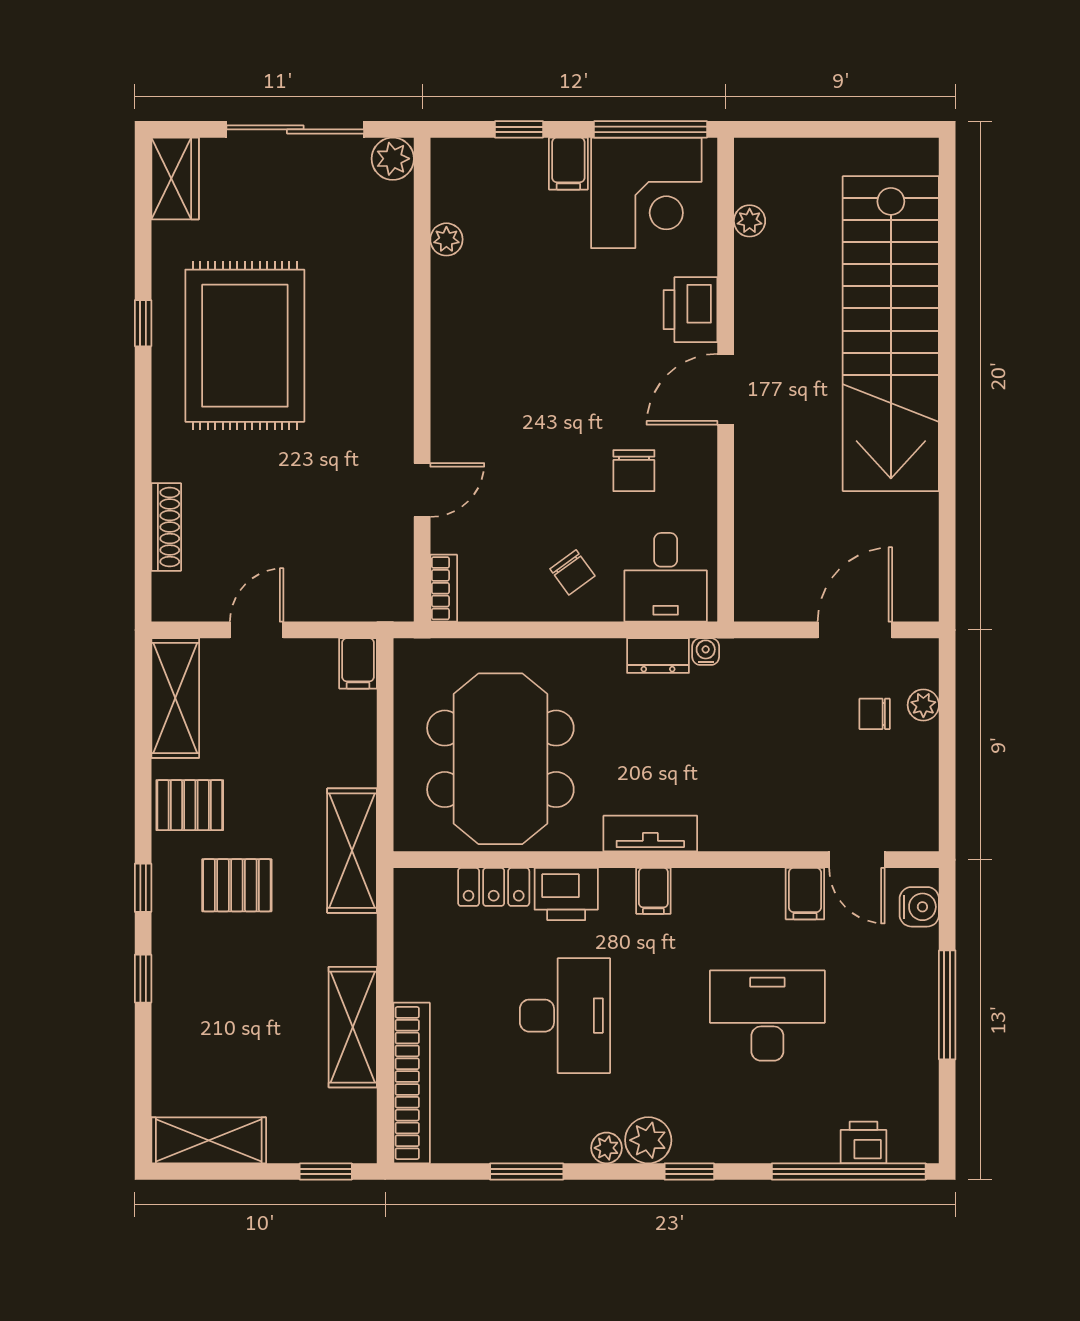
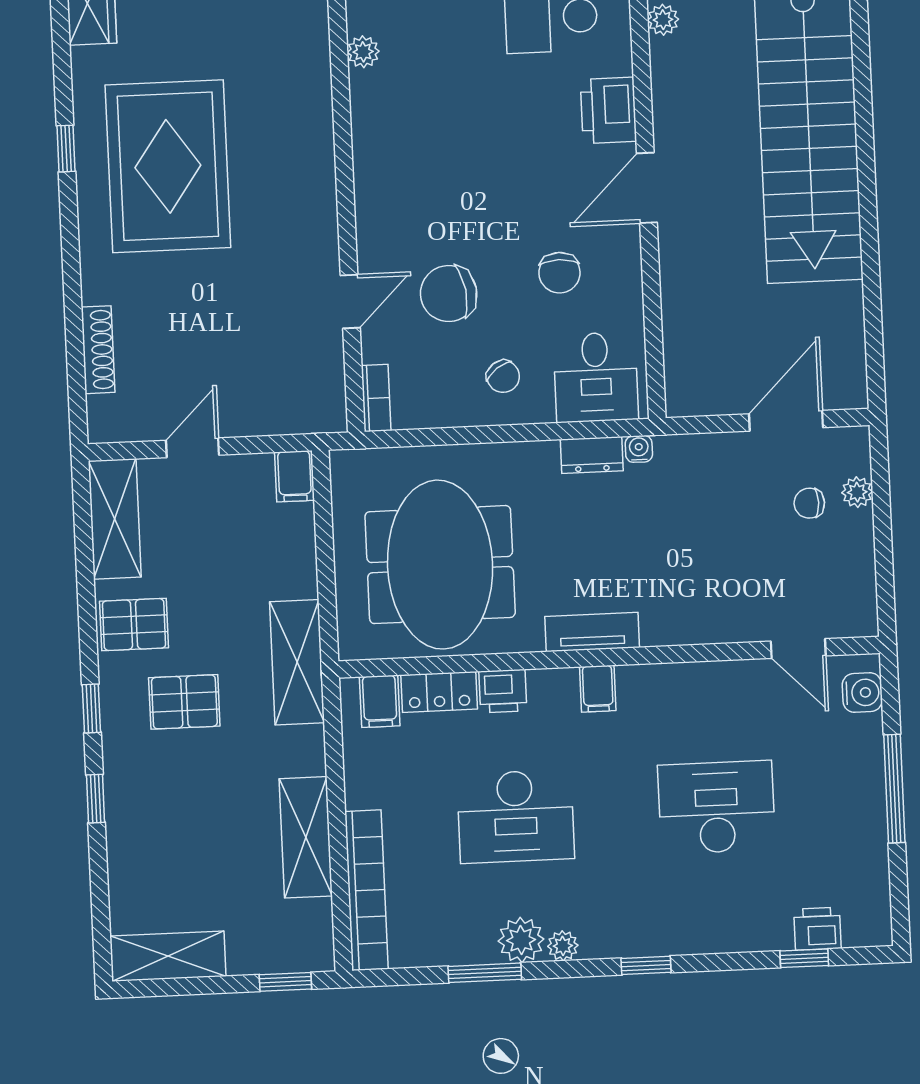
chair: (521, 487) -> (449, 294), added
printer: (566, 894) -> (503, 691), width x0.73, depth x0.81
filing cabinet: (805, 894) -> (380, 701), moved
desk: (565, 1016) -> (516, 816), turned 90
plant: (648, 1140) -> (521, 940), moved
window: (849, 1171) -> (804, 958), width x0.32

